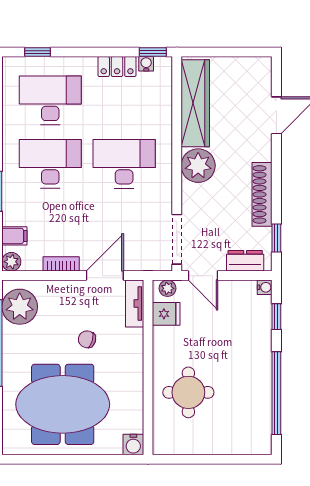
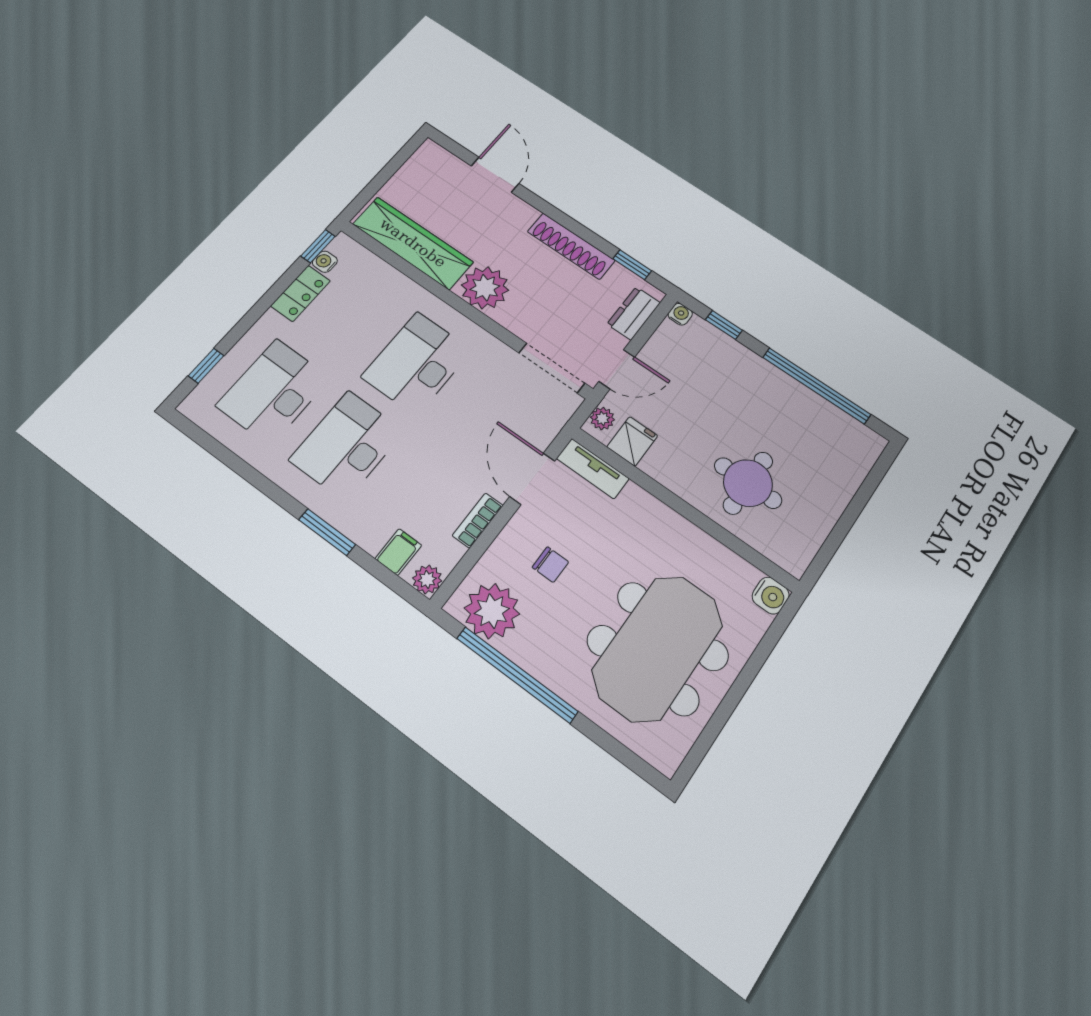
chair: (87, 339) -> (550, 565), moved, turned -107

